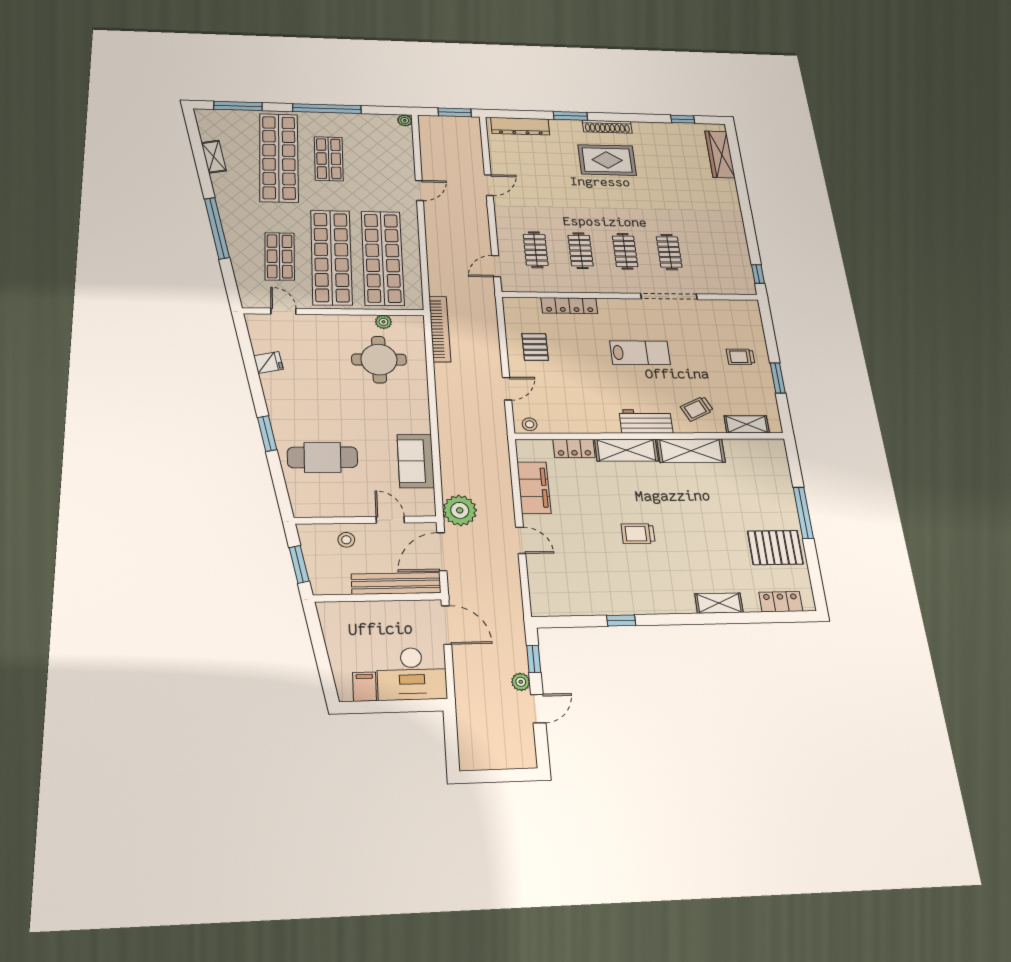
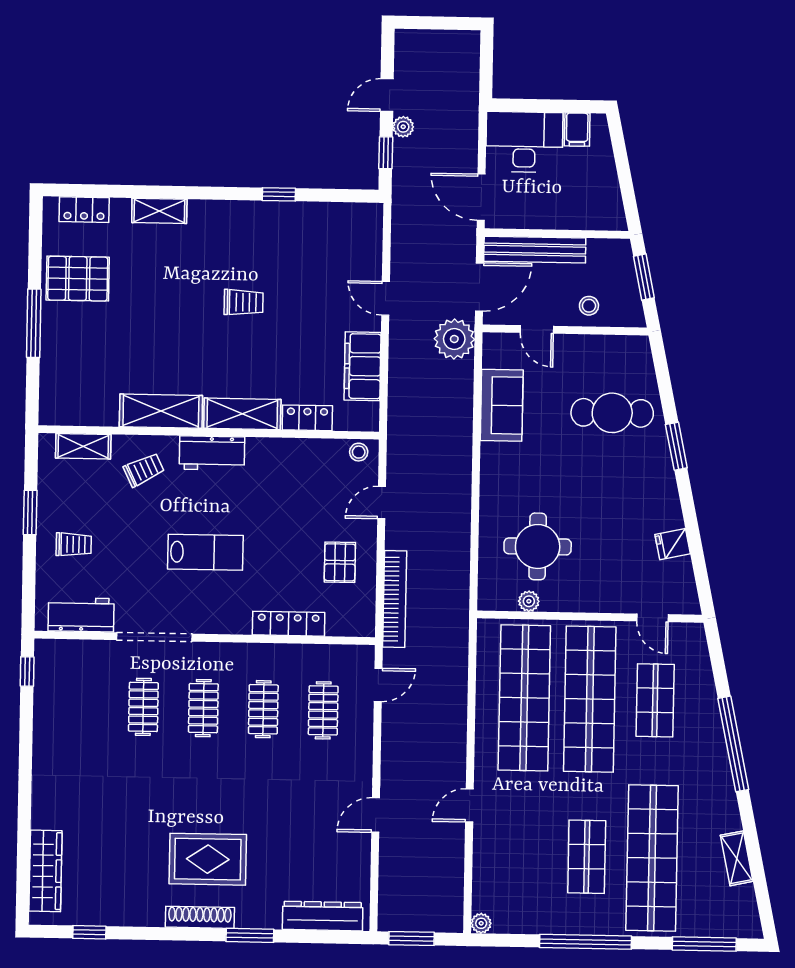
workbench: (726, 310) -> (81, 615), added
bookcase: (440, 329) -> (395, 599), moved, turned 180
lab bench: (640, 353) -> (205, 552), turned 180

